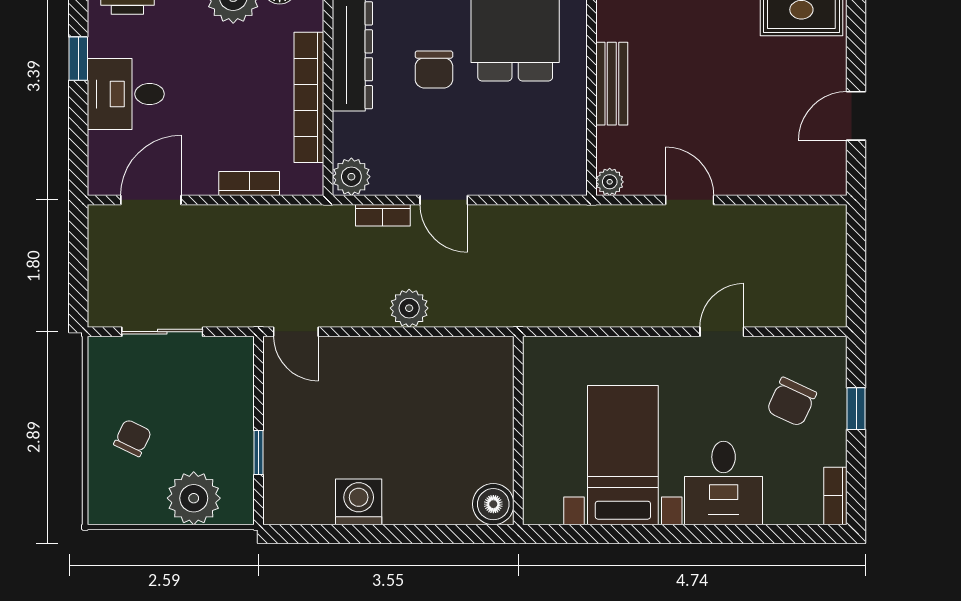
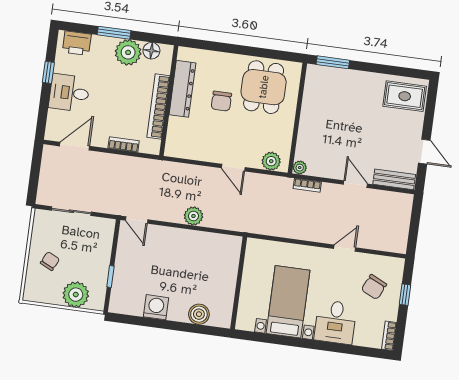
bench: (612, 84) -> (394, 179), moved, turned 90
door: (856, 116) -> (424, 152), swing flipped
plant: (351, 177) -> (271, 161), moved
door: (444, 200) -> (233, 168), moved
door: (690, 200) -> (355, 184), moved
bookcase: (383, 215) -> (307, 185), moved
boiler: (493, 504) -> (199, 314), moved

